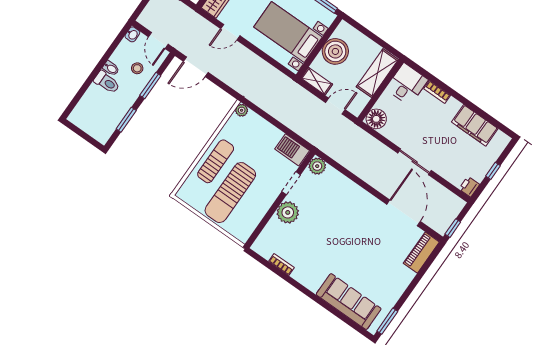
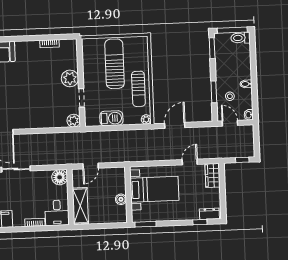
boiler: (335, 51) -> (121, 199), width x0.54, depth x0.54
door: (196, 67) -> (175, 125), moved
shelving: (317, 81) -> (114, 173), removed
toilet: (107, 82) -> (240, 38), moved
window: (126, 120) -> (212, 48), moved
window: (83, 134) -> (232, 30), added
barbecue: (292, 150) -> (111, 118), moved
sun lounger: (216, 161) -> (138, 89), moved

